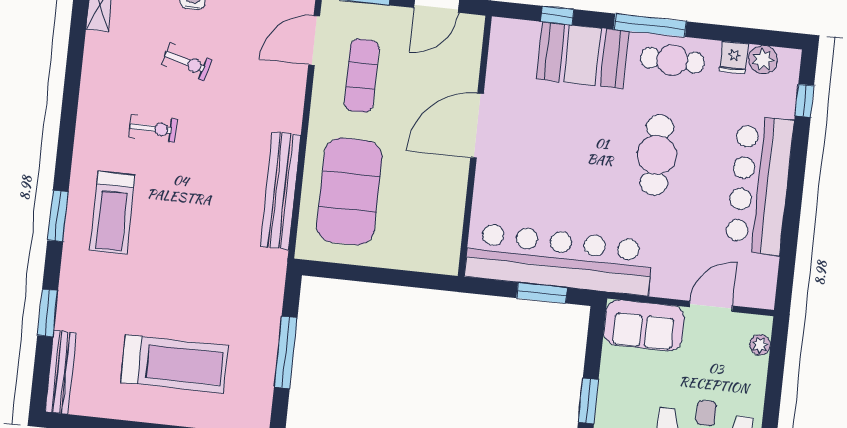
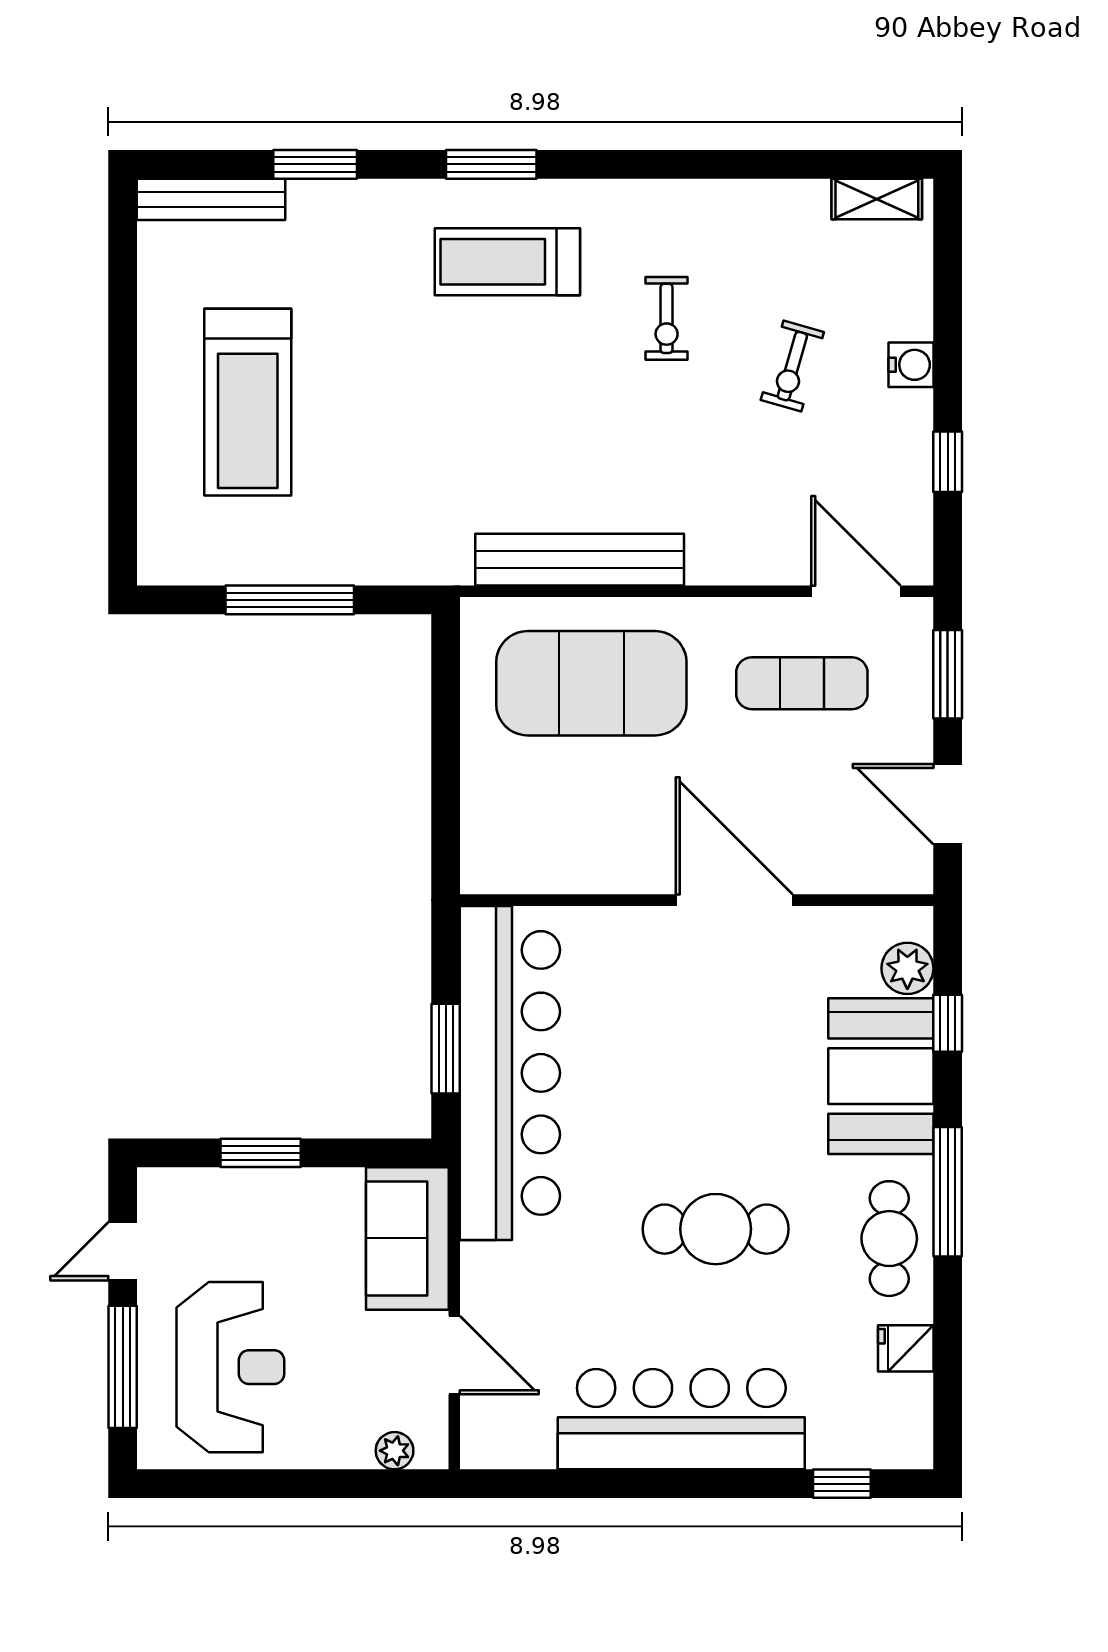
plant: (763, 60) -> (907, 968), moved

